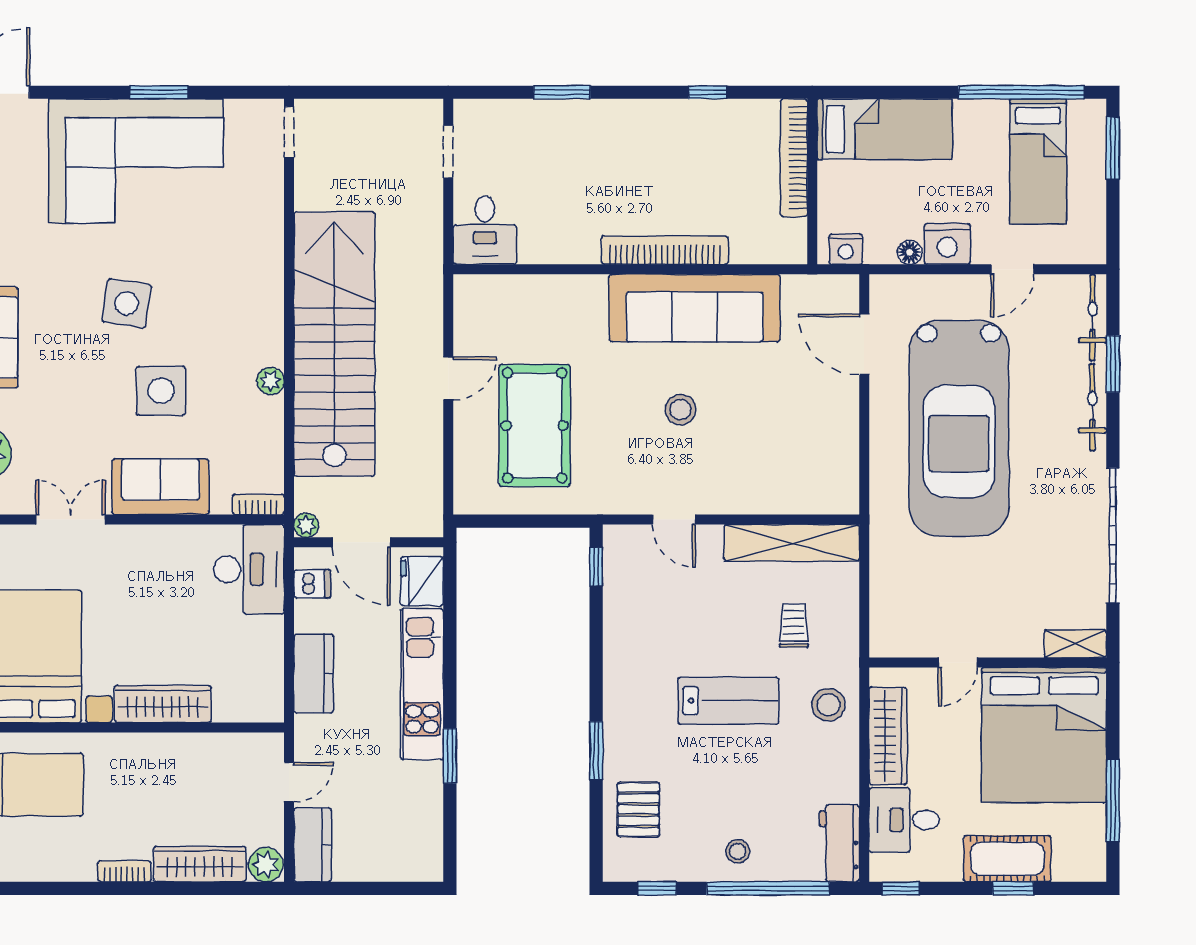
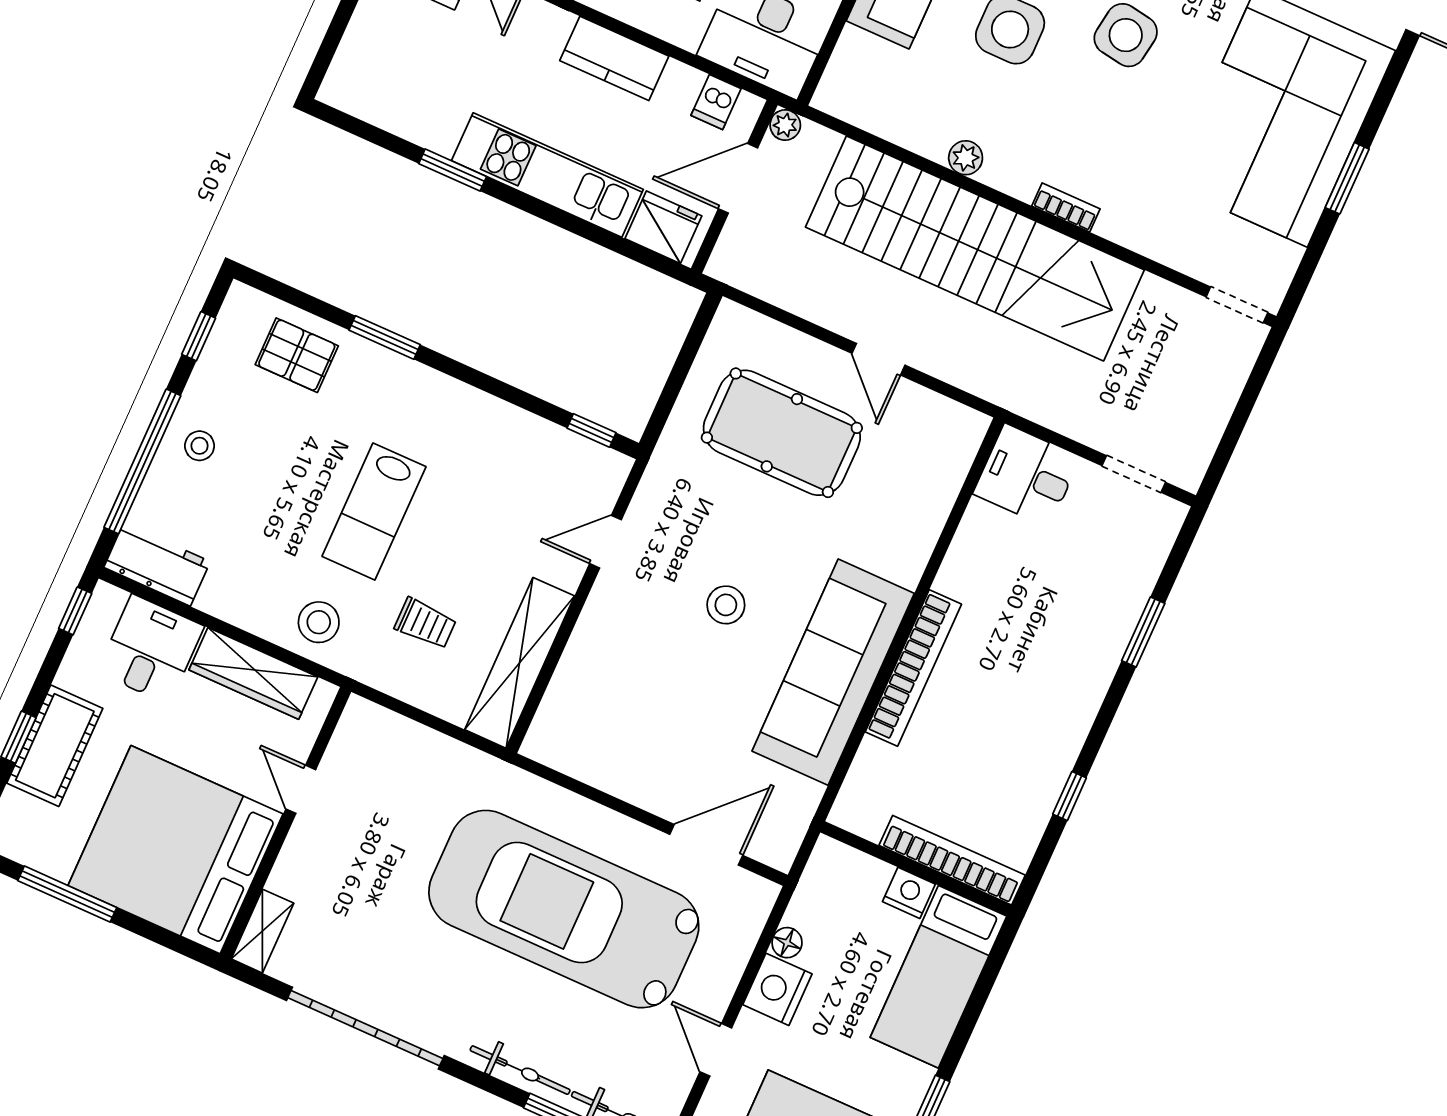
nightstand: (846, 249) -> (909, 893), moved, turned 90
bookcase: (258, 504) -> (1066, 207), moved, turned -90

